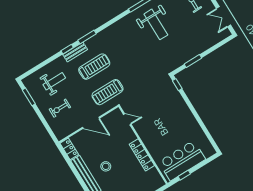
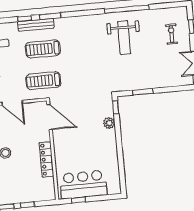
bench: (75, 52) -> (36, 25), width x1.36
treadmill: (94, 67) -> (43, 49), turned 180
plant: (178, 100) -> (109, 123), added
door: (127, 119) -> (50, 117), width x1.87

